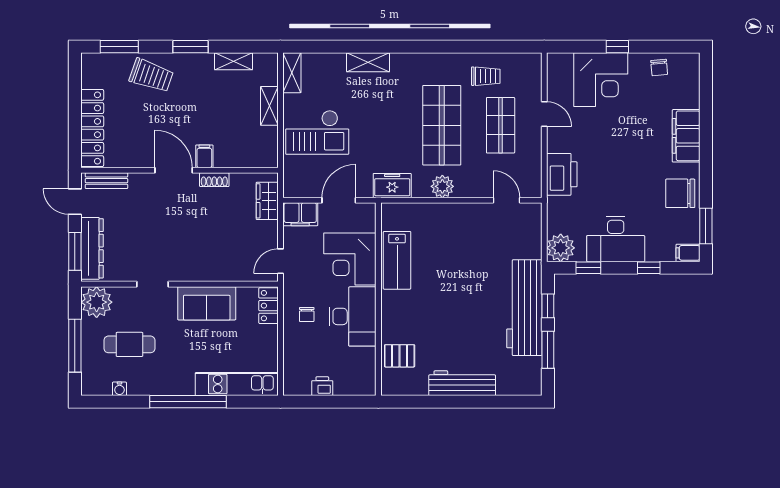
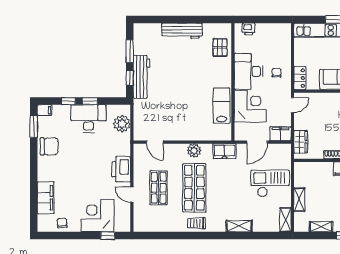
window: (617, 47) -> (108, 236), moved
trolley: (486, 76) -> (196, 223), moved
filing cabinet: (686, 136) -> (46, 198), moved
printer: (562, 174) -> (121, 169), moved
plant: (561, 248) -> (122, 124), moved
window: (588, 268) -> (90, 101), moved
workbench: (524, 308) -> (141, 77), width x0.73, depth x0.76
pallet: (400, 356) -> (220, 47), turned 90
printer: (322, 386) -> (249, 29), moved

